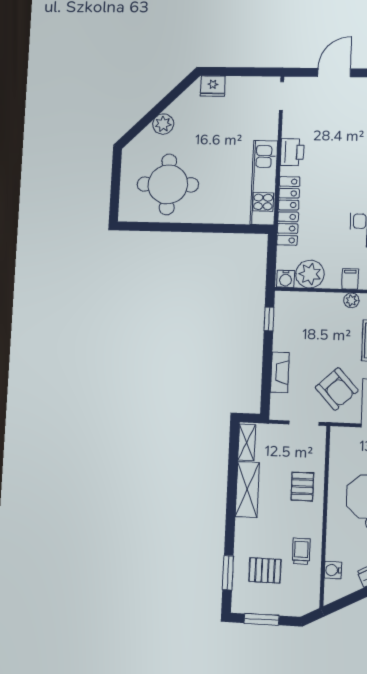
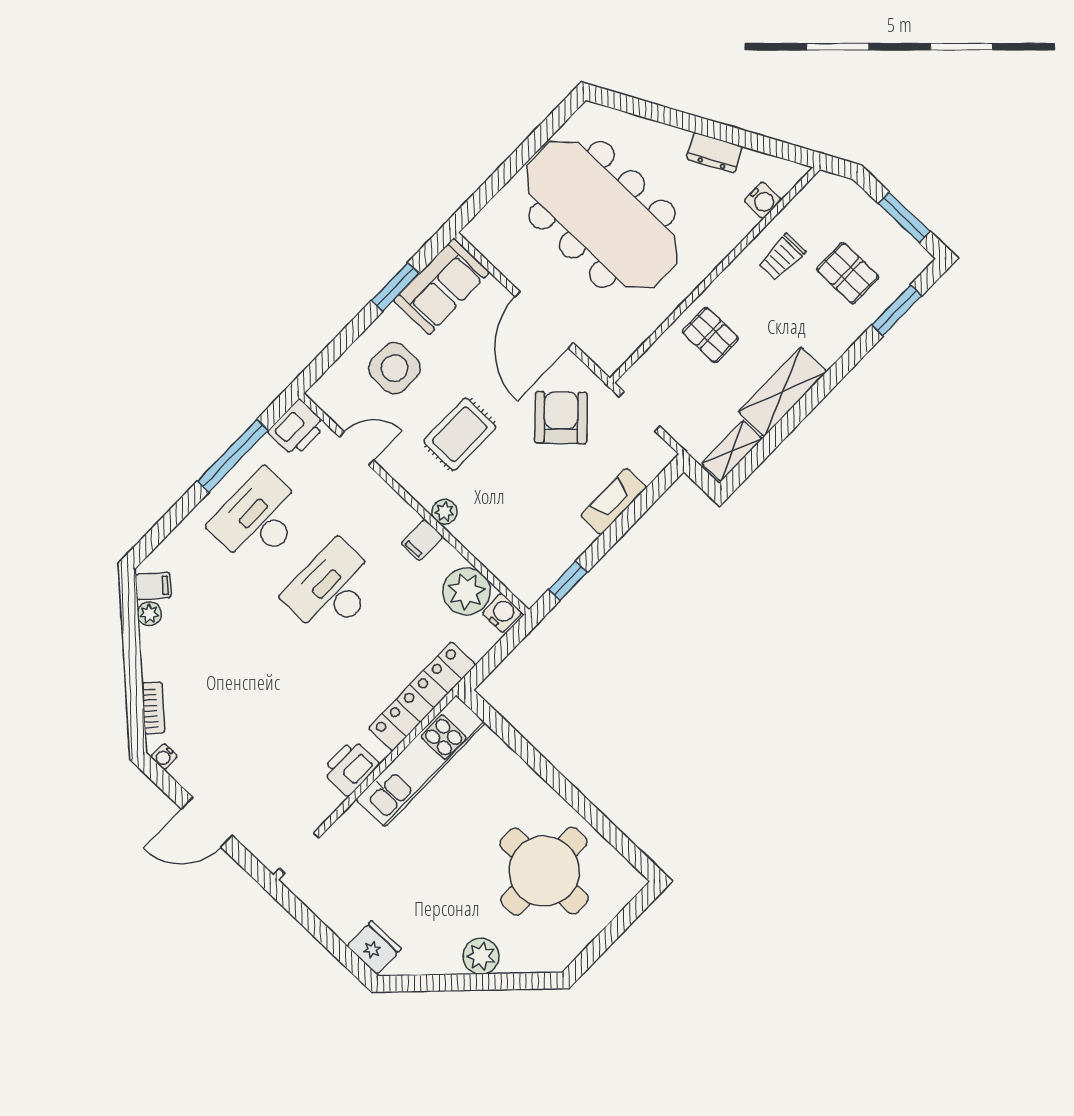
pallet: (302, 486) -> (710, 335), turned 90

